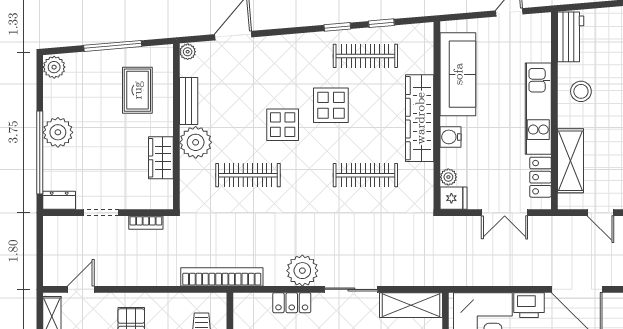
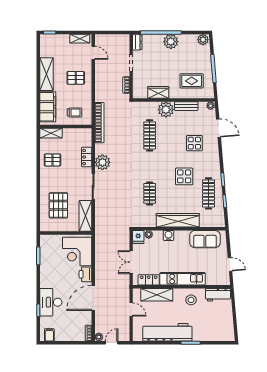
sofa: (458, 74) -> (205, 239), width x0.73
display table: (283, 125) -> (194, 143), moved
clothes rail: (365, 175) -> (150, 193), width x0.73
door: (600, 213) -> (131, 310), swing flipped

